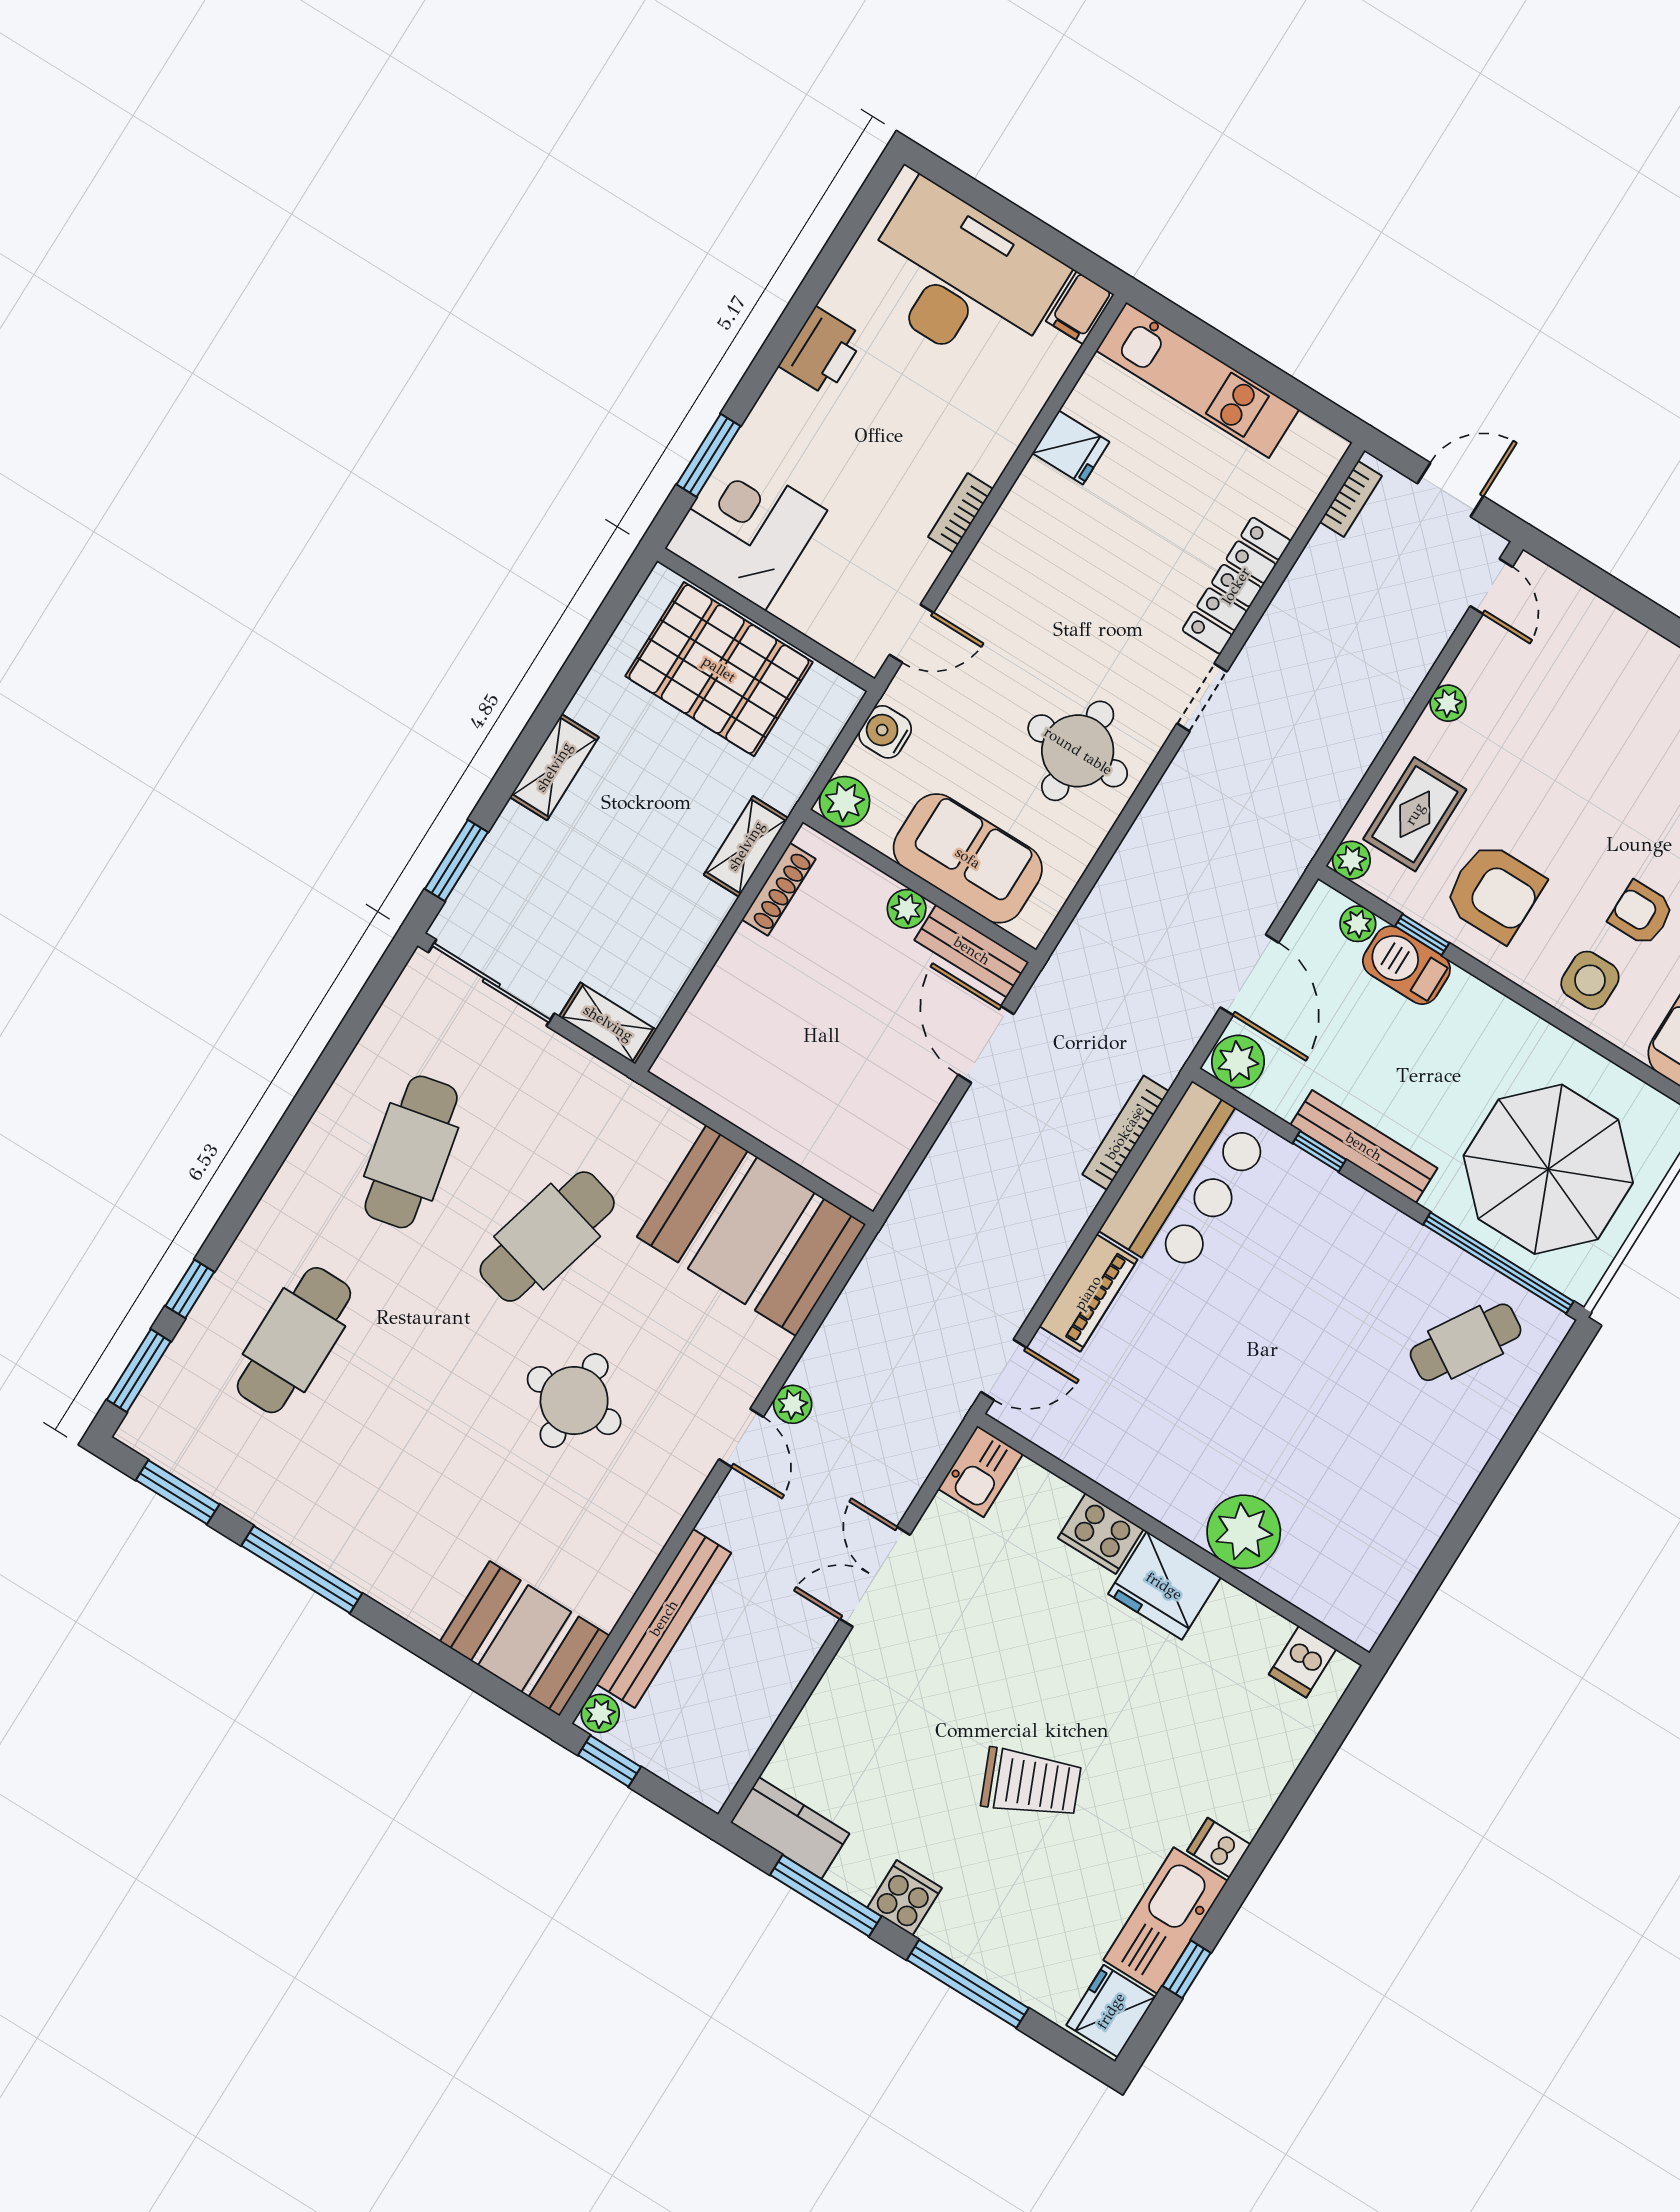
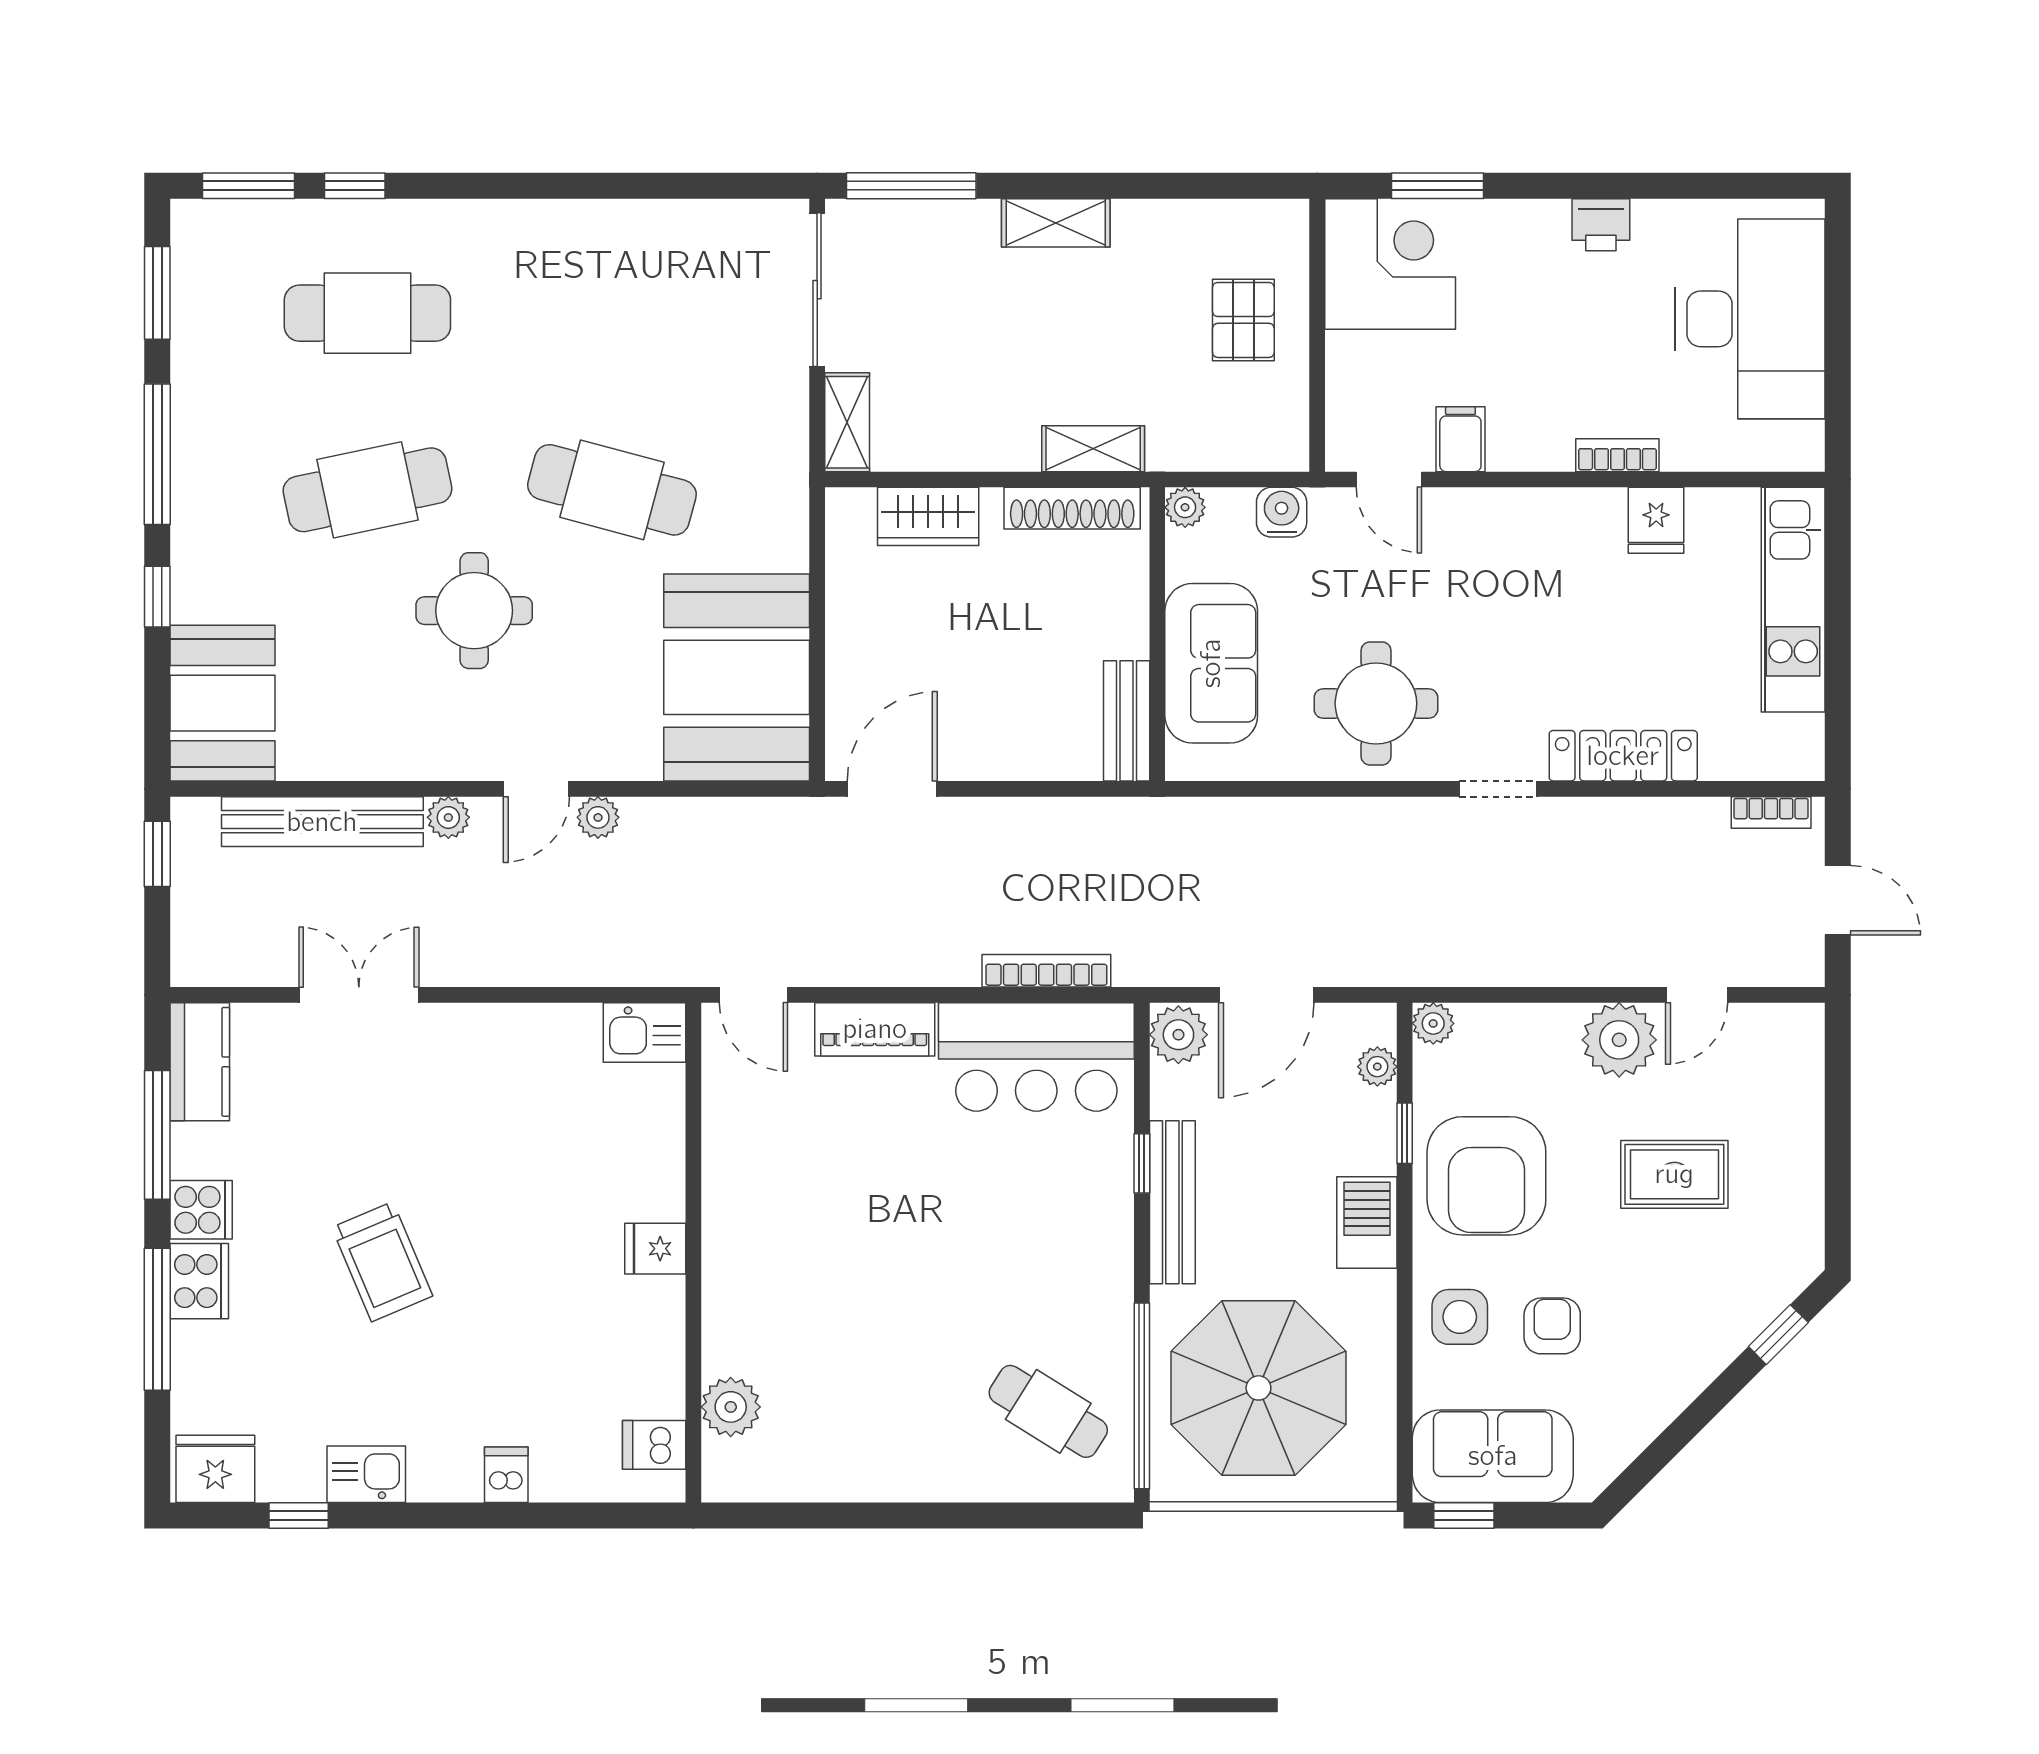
filing cabinet: (1080, 308) -> (1460, 439), moved, turned 90
printer: (822, 351) -> (1601, 225), width x0.73, depth x0.81
bookcase: (961, 513) -> (1617, 455), moved
door: (1491, 586) -> (1697, 995), moved
pallet: (719, 669) -> (1243, 320), width x0.49, depth x0.50
plant: (1448, 703) -> (1619, 1040), width x1.88, depth x1.88
plant: (845, 802) -> (1185, 507), width x0.73, depth x0.73
rug: (1415, 814) -> (1674, 1174), moved
window: (456, 861) -> (911, 186), width x1.44
shoe rack: (779, 889) -> (1072, 508), width x1.36, depth x1.24
armchair: (1494, 892) -> (1486, 1176), width x1.36, depth x1.36
plant: (907, 909) -> (1128, 635), removed
barbecue: (1406, 965) -> (1367, 1222), moved
wardrobe: (719, 1006) -> (928, 516), added
door: (986, 1044) -> (892, 789), moved
cafe table: (411, 1152) -> (367, 490), moved
plant: (1244, 1532) -> (731, 1407), moved, width x0.73, depth x0.73
cooker: (1101, 1534) -> (199, 1281), moved, turned 180
double door: (875, 1577) -> (359, 995), moved
fridge: (1164, 1586) -> (655, 1249), width x0.53, depth x0.75
window: (411, 1638) -> (157, 597), added
plant: (600, 1713) -> (448, 817), moved
dishwasher: (1219, 1848) -> (506, 1475), moved
kitchen sink: (1166, 1920) -> (366, 1474), width x0.53, depth x0.81

